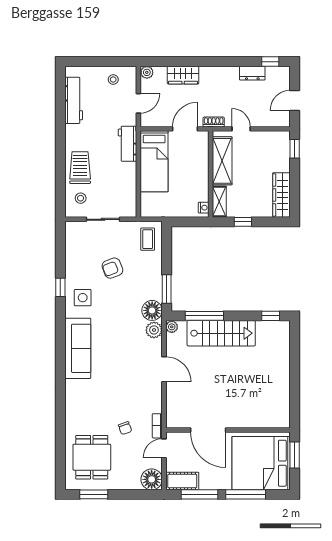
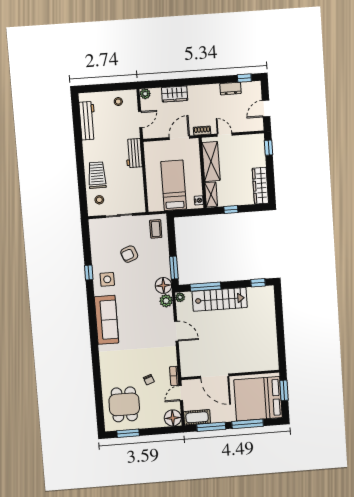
bed: (154, 161) -> (174, 185), moved, turned 180

